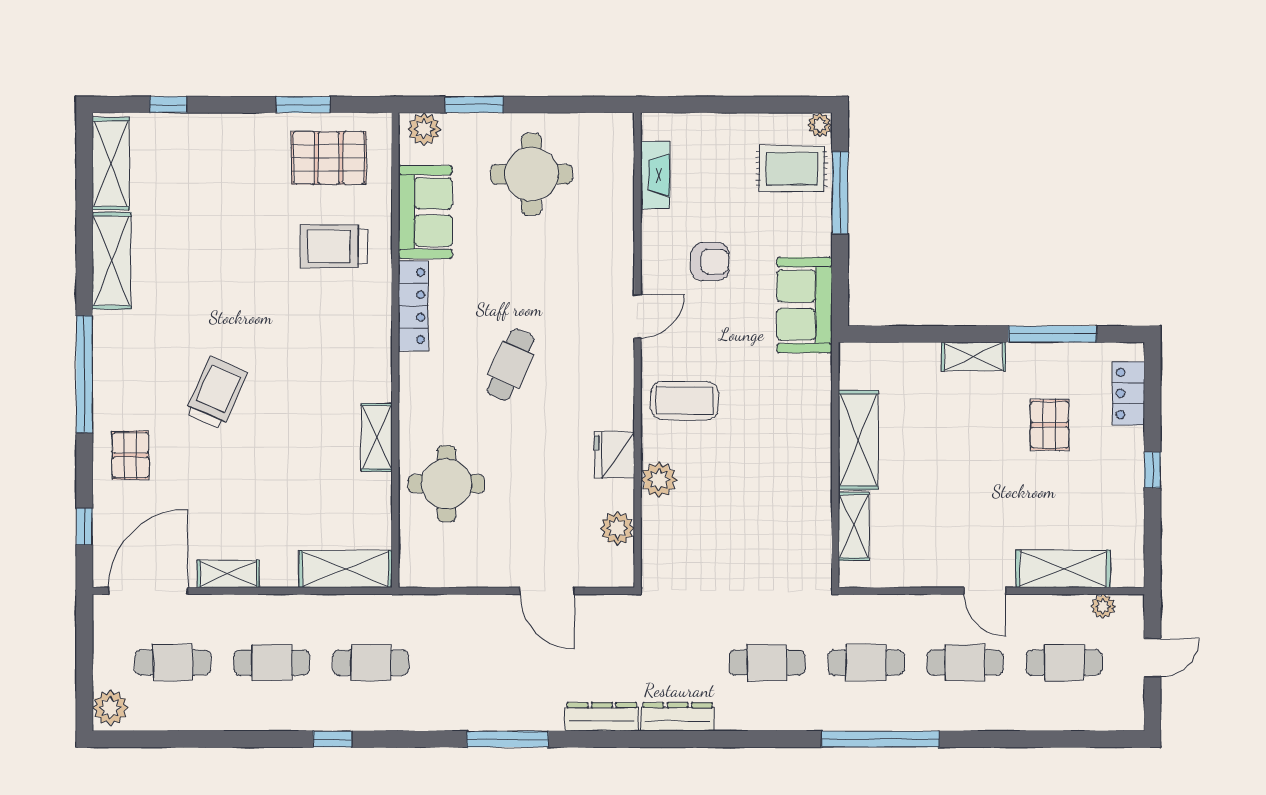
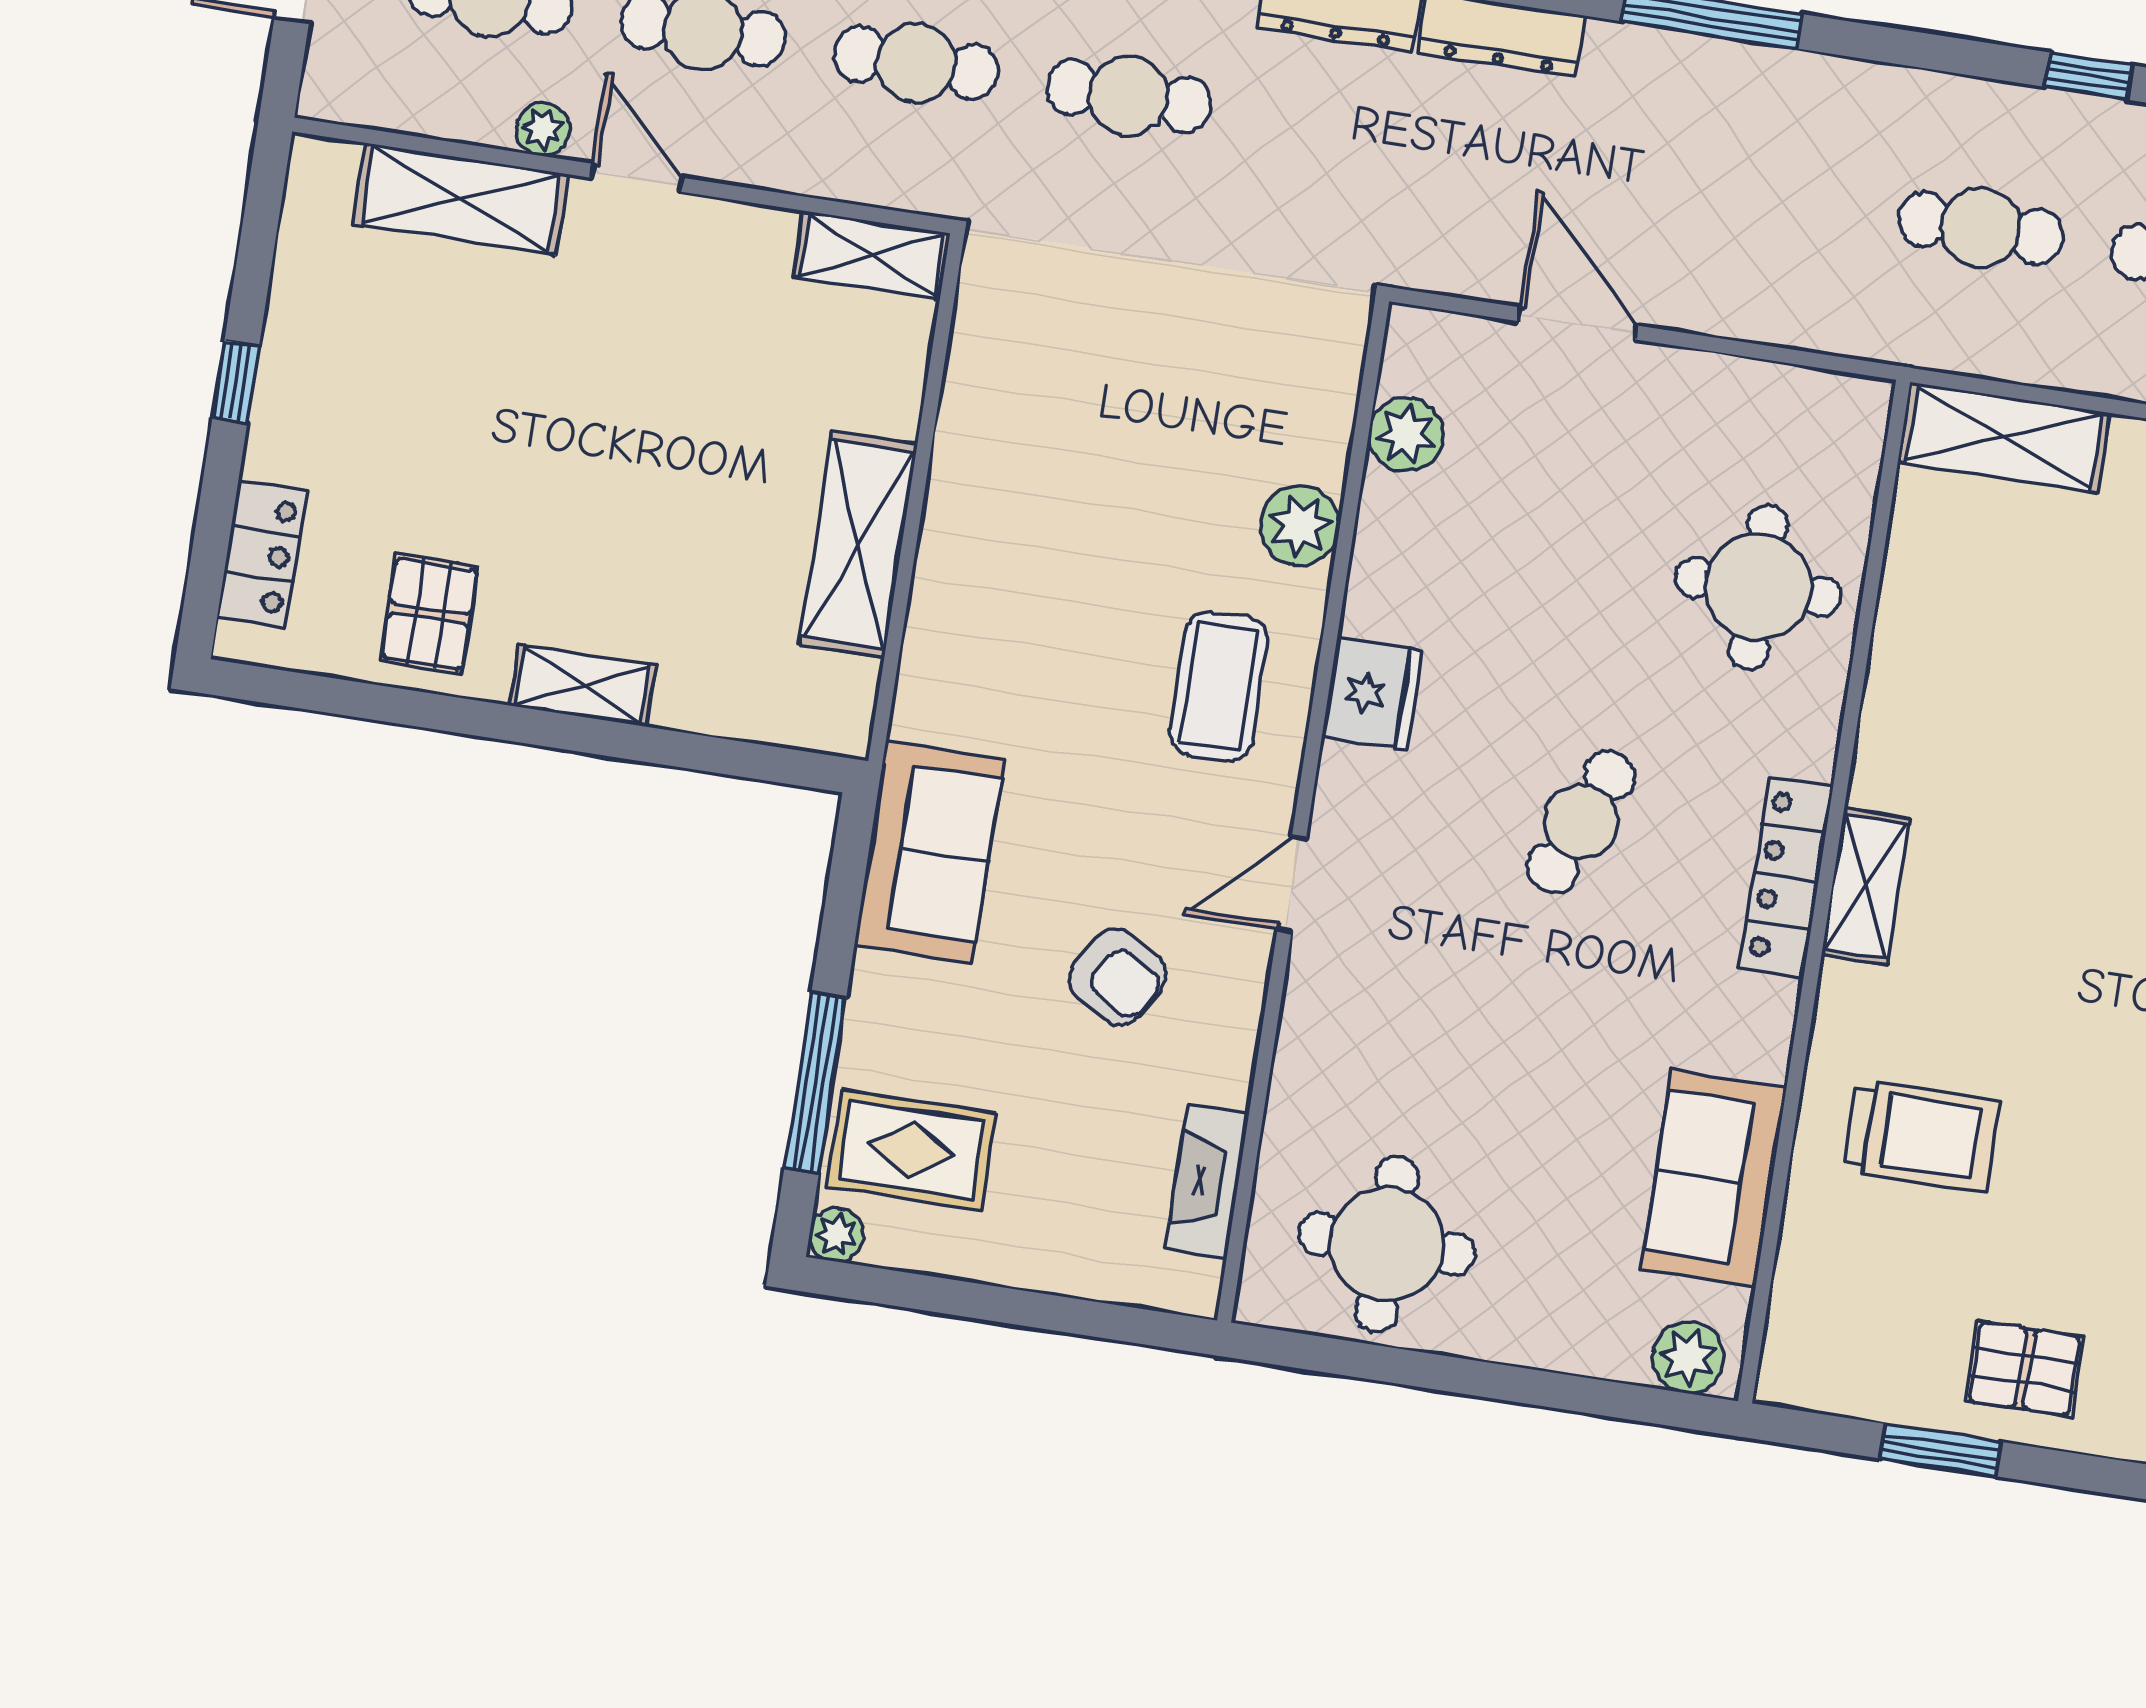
window: (474, 105) -> (1572, 1393), removed
pallet: (329, 158) -> (2025, 1369), moved, width x0.67, depth x0.71
round table: (531, 174) -> (1387, 1244), moved
armchair: (710, 262) -> (1118, 977), turned -149
locker: (413, 306) -> (1787, 877), moved
window: (1052, 334) -> (406, 707), removed
coffee table: (685, 401) -> (1219, 686), turned 90
pallet: (1050, 425) -> (429, 614), moved
shelving: (377, 437) -> (1866, 887), moved
fridge: (614, 455) -> (1372, 694), moved
shelving: (854, 526) -> (872, 255), moved, turned 90
plant: (1103, 606) -> (543, 129), moved

